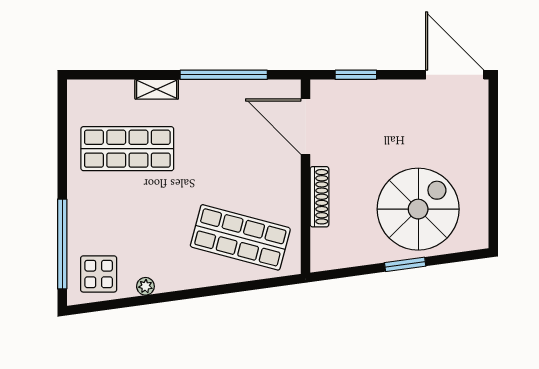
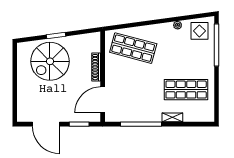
door: (455, 75) -> (46, 124), moved
door: (306, 127) -> (103, 100), swing flipped

